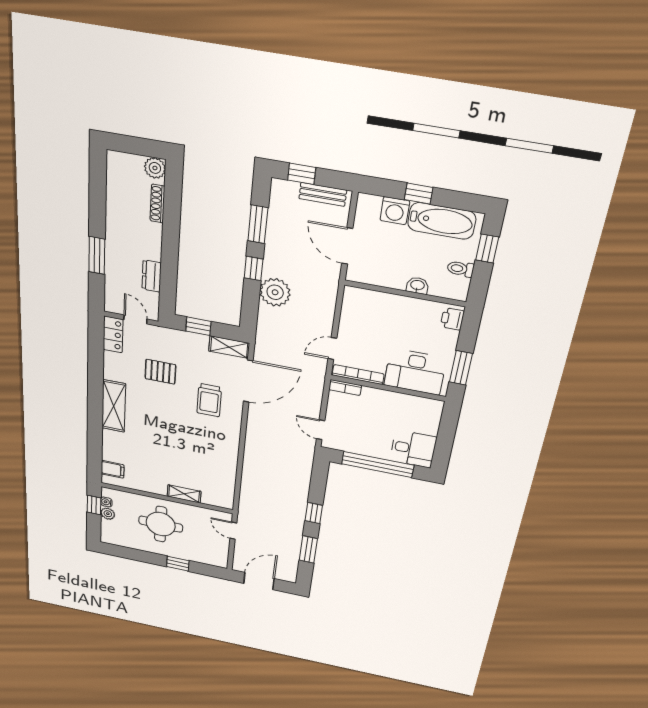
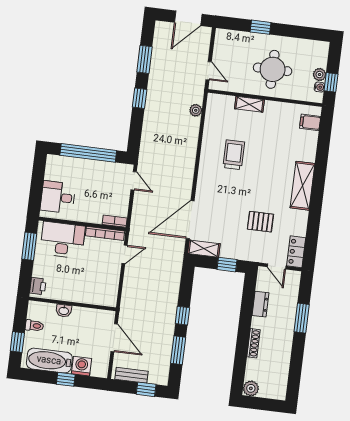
shoe rack: (157, 204) -> (253, 343), moved
plant: (275, 292) -> (196, 110), moved, width x0.53, depth x0.53
trolley: (209, 400) -> (234, 155), moved
desk: (413, 449) -> (58, 197), moved

